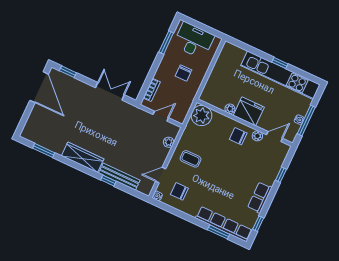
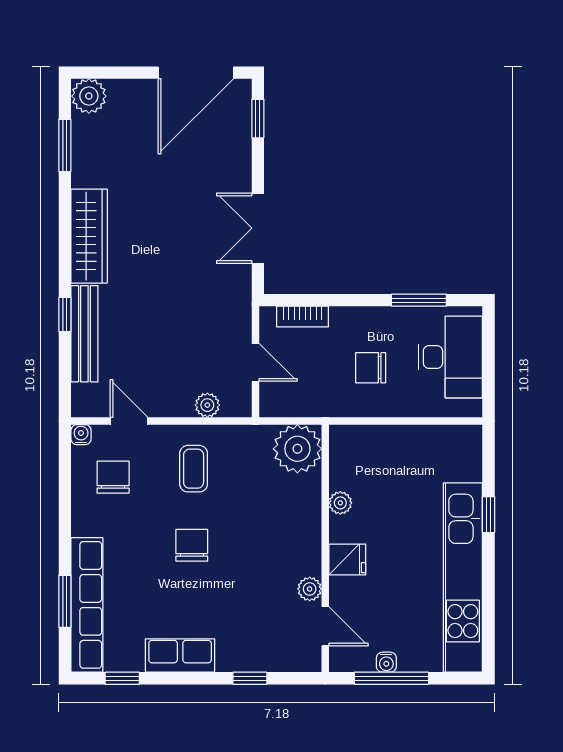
window: (280, 63) -> (488, 515), moved
double door: (110, 91) -> (258, 228), swing flipped
fridge: (249, 111) -> (347, 560), width x0.53, depth x0.75
plant: (29, 132) -> (89, 96), added
chair: (238, 136) -> (192, 545), moved

